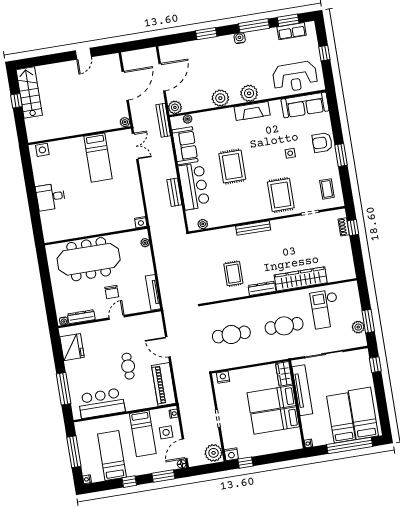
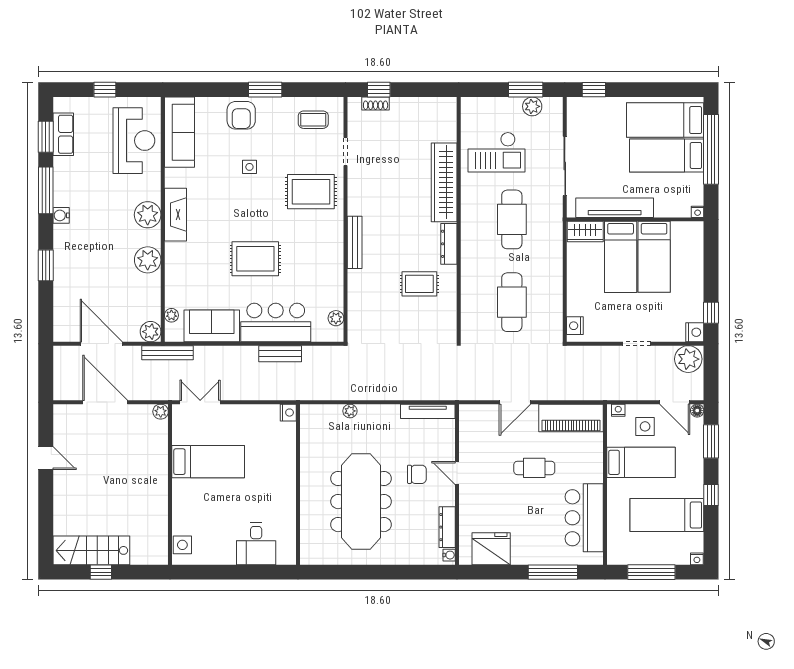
nightstand: (141, 222) -> (288, 413), moved
wall: (96, 236) -> (298, 484), moved

